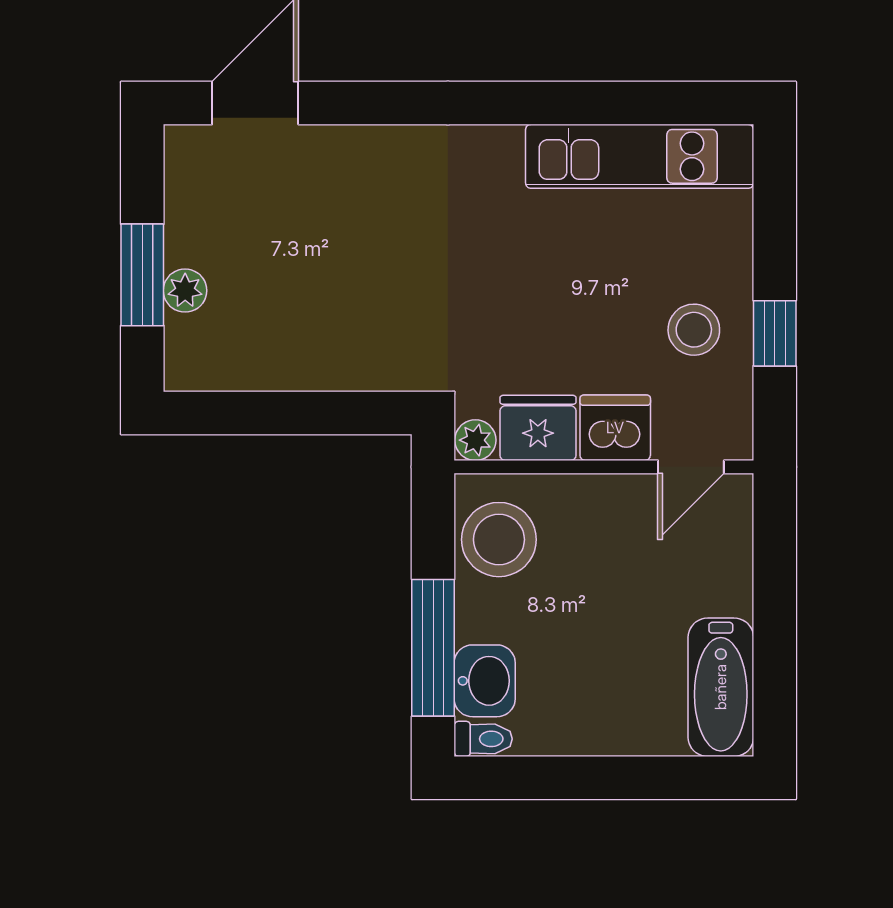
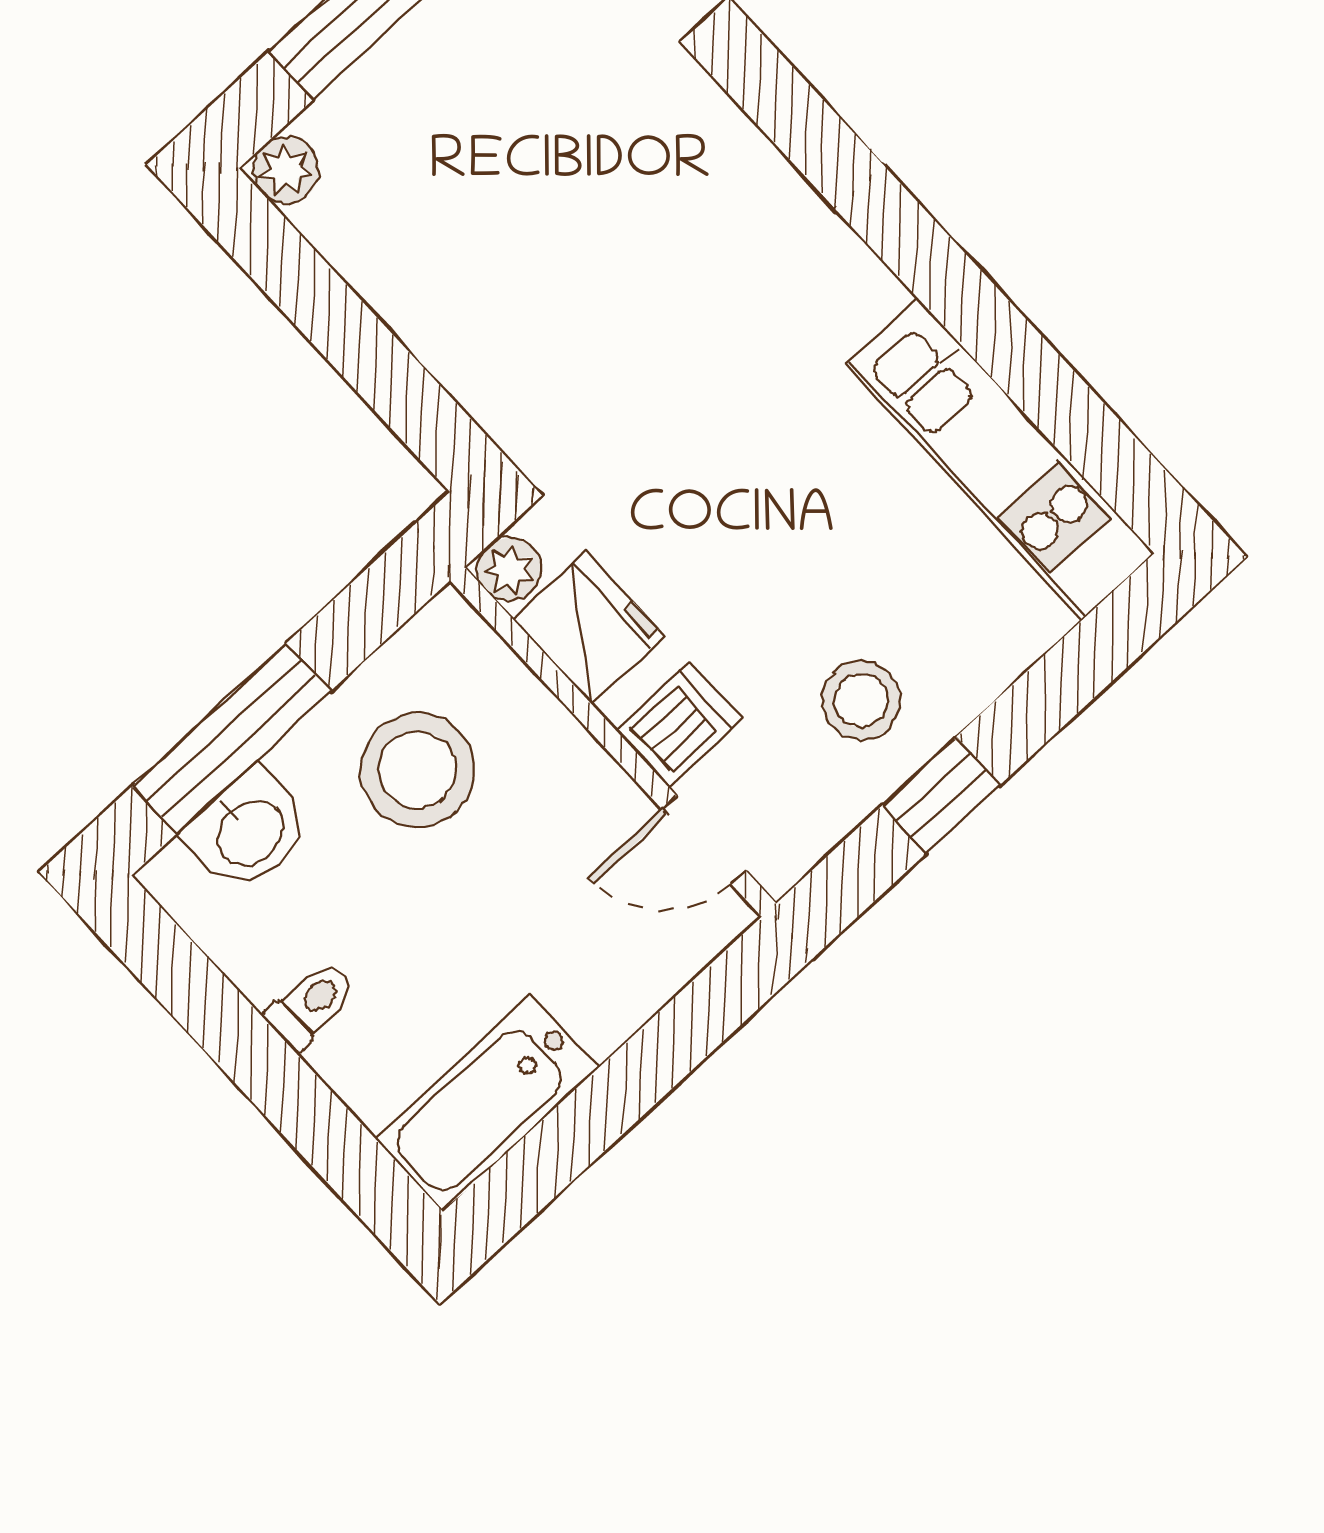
plant: (185, 291) -> (286, 170), moved
dishwasher: (615, 428) -> (679, 725), width x0.73
stool: (499, 540) -> (418, 770), moved
toilet: (483, 739) -> (311, 1004), moved, turned -90

